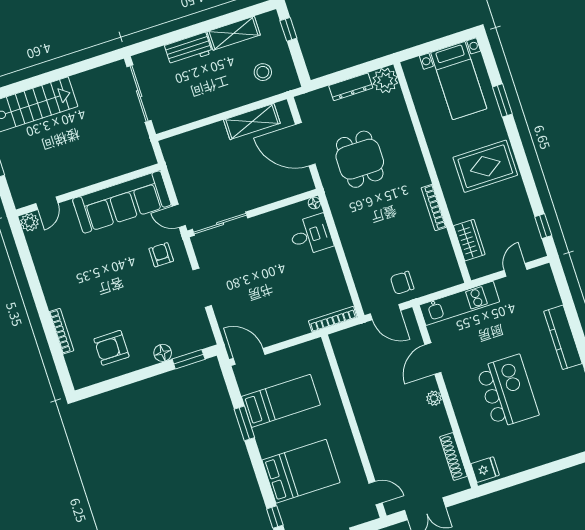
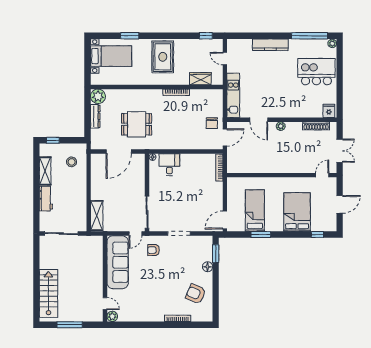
shelving: (252, 122) -> (97, 215), moved
armchair: (111, 348) -> (196, 294), turned 113
kitchen island: (508, 391) -> (316, 72), moved

